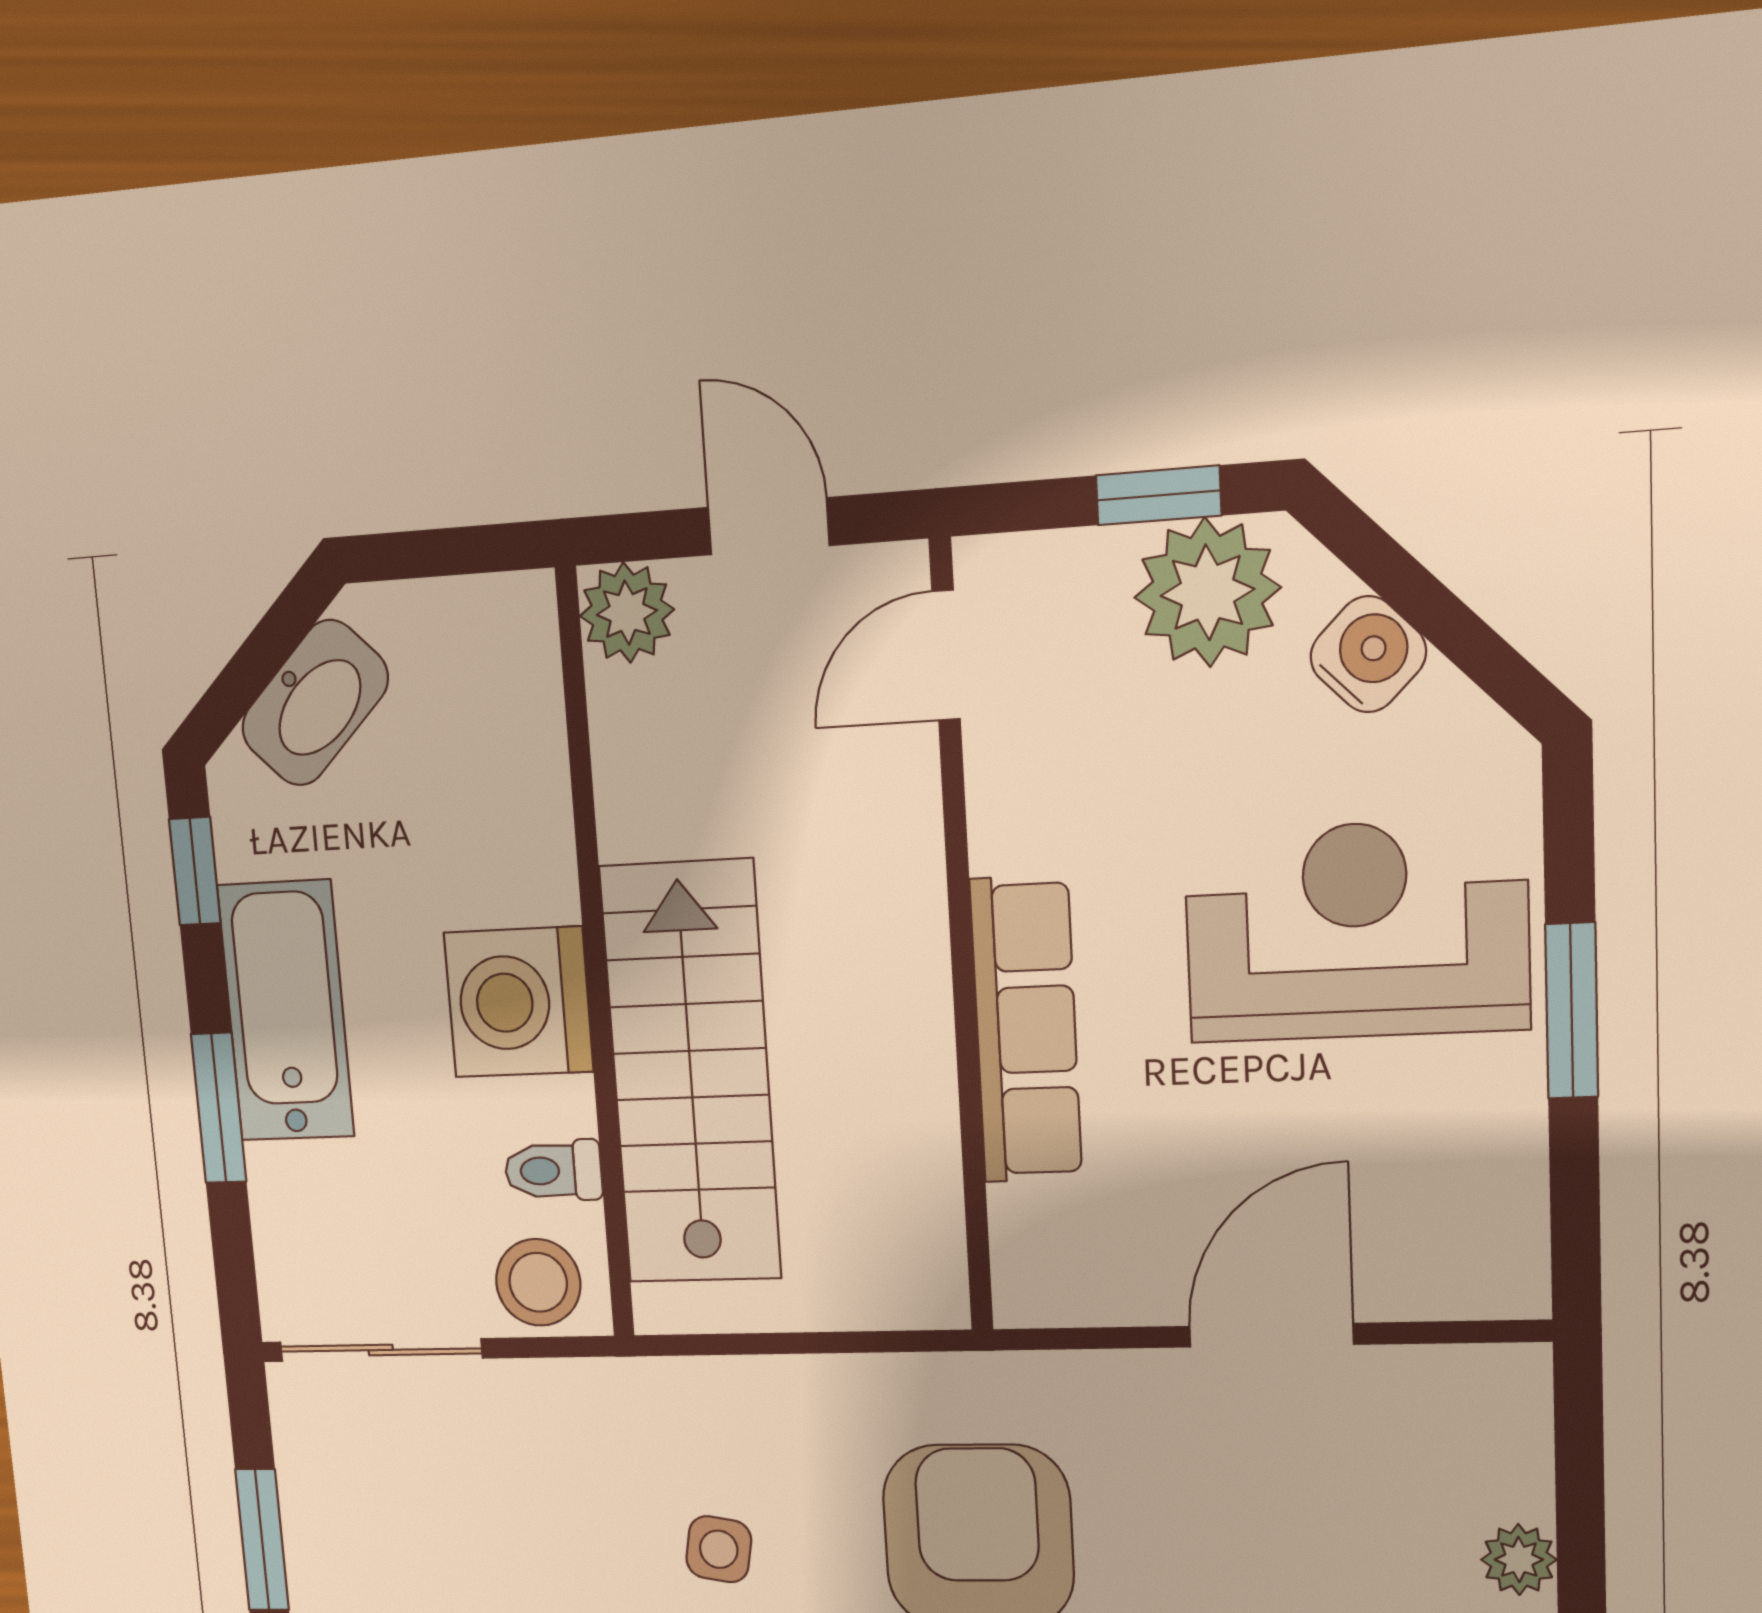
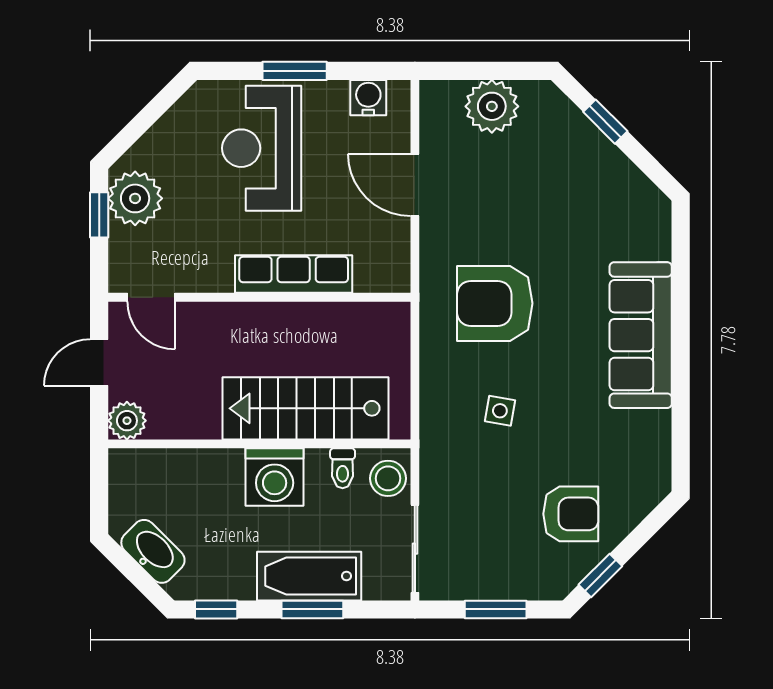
water cooler: (1368, 654) -> (368, 98), moved, turned 45
bathtub: (286, 1011) -> (309, 576), moved
plant: (1519, 1560) -> (492, 106), width x1.87, depth x1.87

